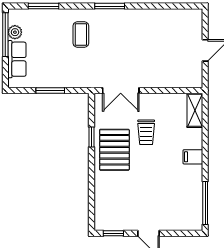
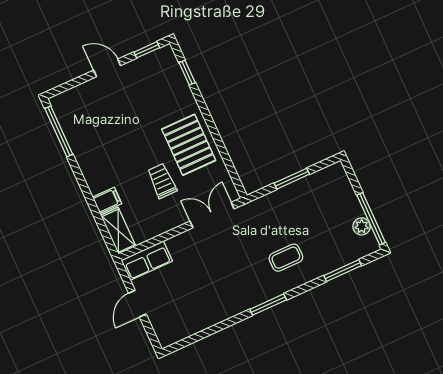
coffee table: (81, 35) -> (286, 258), turned 90
row of seats: (17, 59) -> (147, 261), moved, turned -90
window: (92, 137) -> (187, 73), moved
filing cabinet: (193, 157) -> (107, 200), moved

